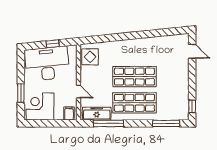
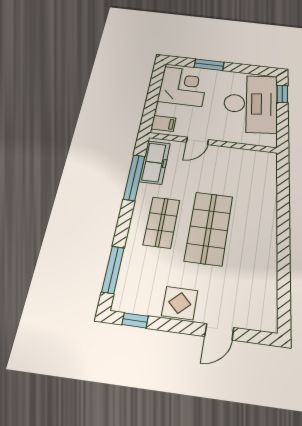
window: (53, 44) -> (282, 94), moved
door: (192, 51) -> (219, 332), moved
display table: (90, 57) -> (180, 303), moved
shop shelf: (134, 103) -> (162, 222), width x0.70, depth x0.74

